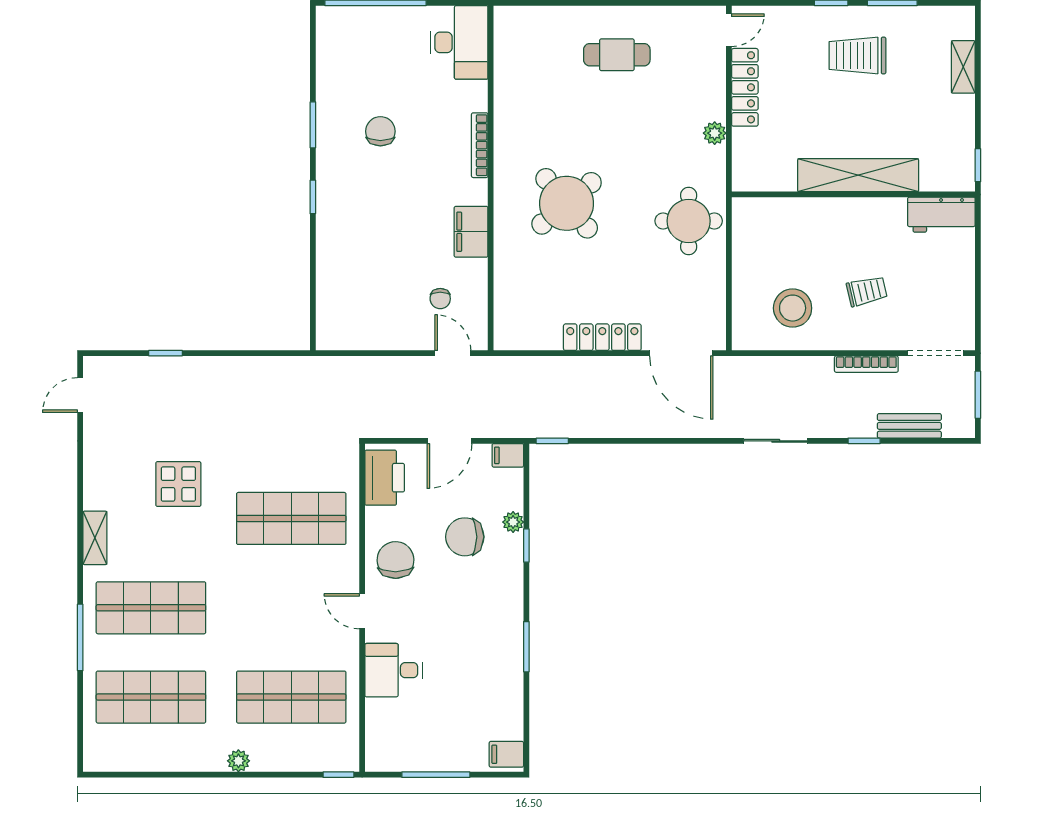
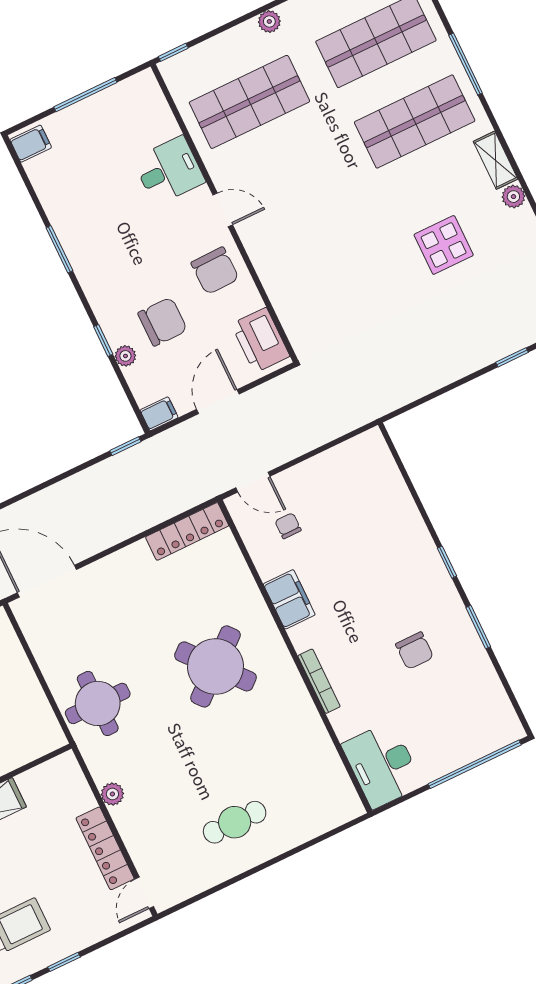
locker: (602, 337) -> (187, 531), moved
plant: (94, 497) -> (513, 197), added
shop shelf: (291, 518) -> (327, 263), removed

